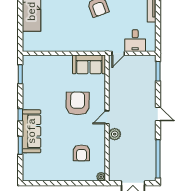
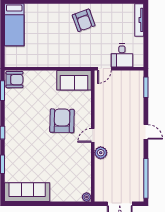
sofa: (32, 131) -> (27, 192), moved, turned -90
armchair: (81, 153) -> (14, 80), moved, turned -90

